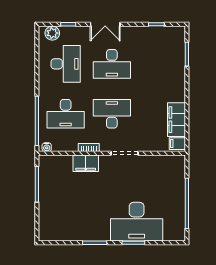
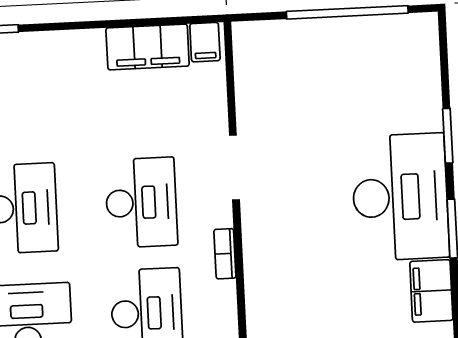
desk: (112, 114) -> (141, 203), turned 180
filing cabinet: (86, 163) -> (431, 291), moved, turned 180
desk: (137, 222) -> (400, 197), moved

